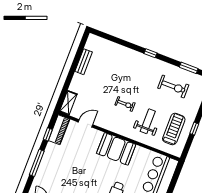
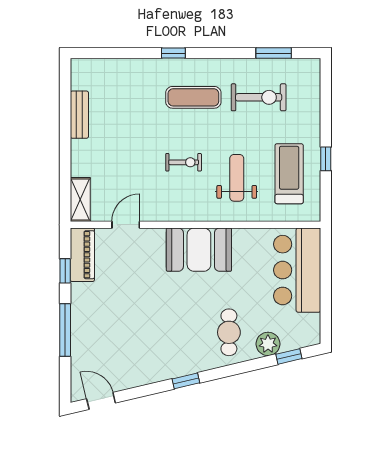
window: (150, 53) -> (173, 53), moved
exercise mat: (142, 74) -> (193, 97), added

